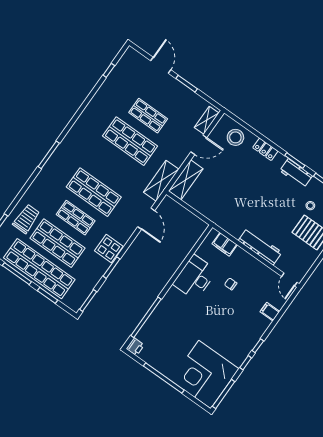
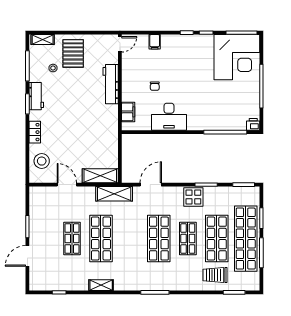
shelving: (207, 120) -> (101, 285), moved

